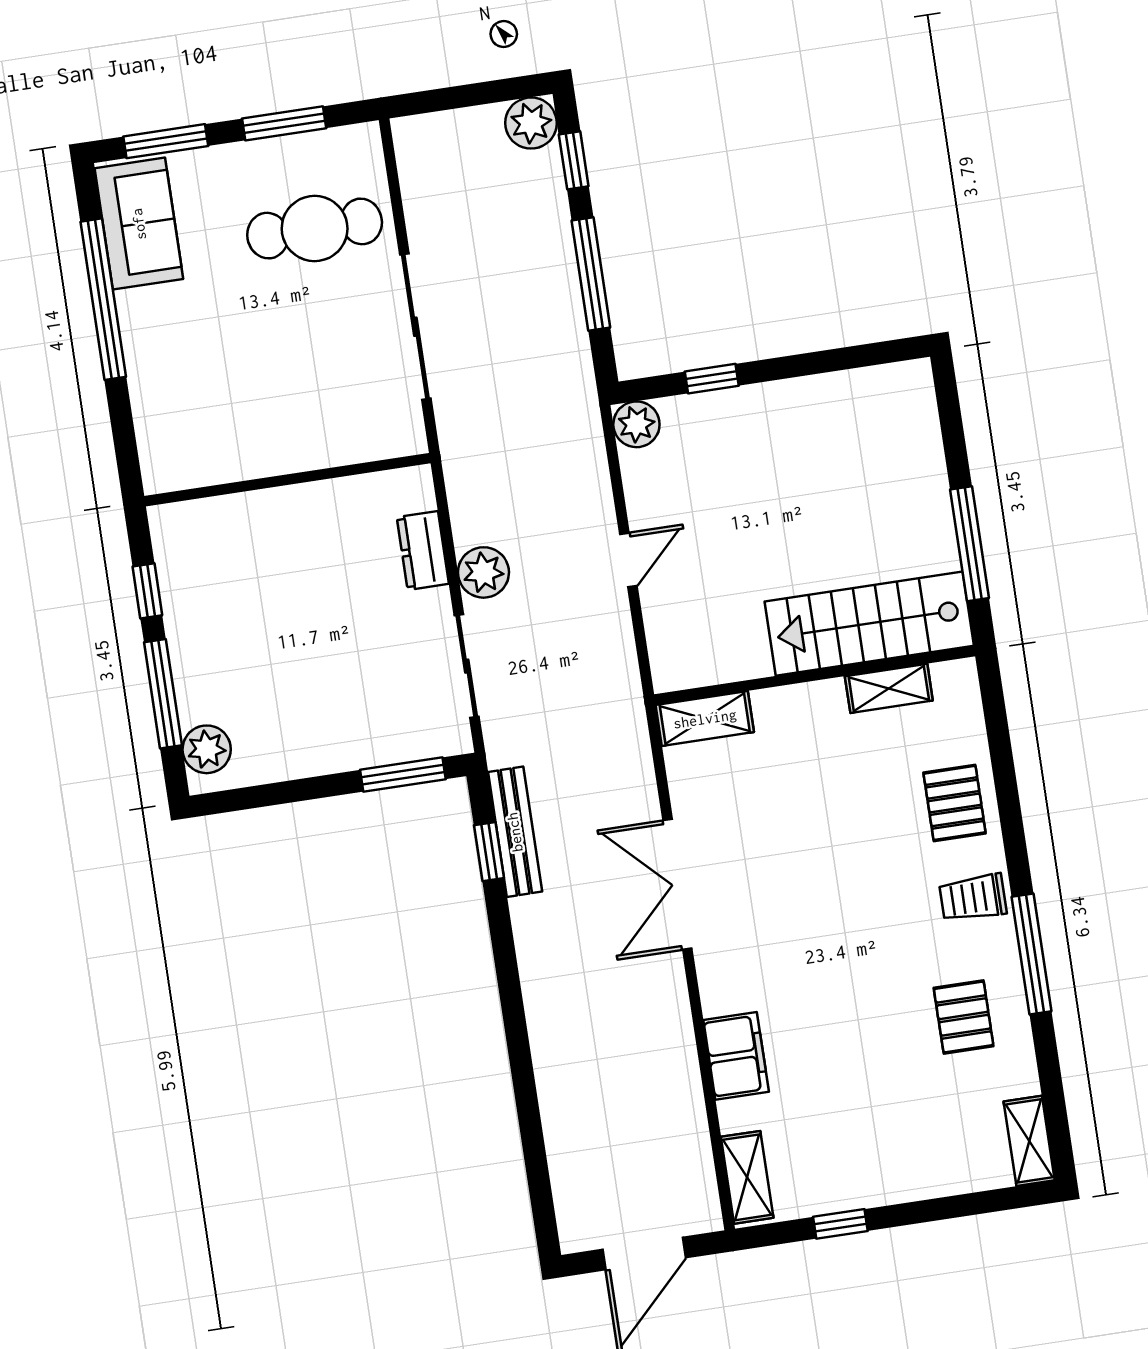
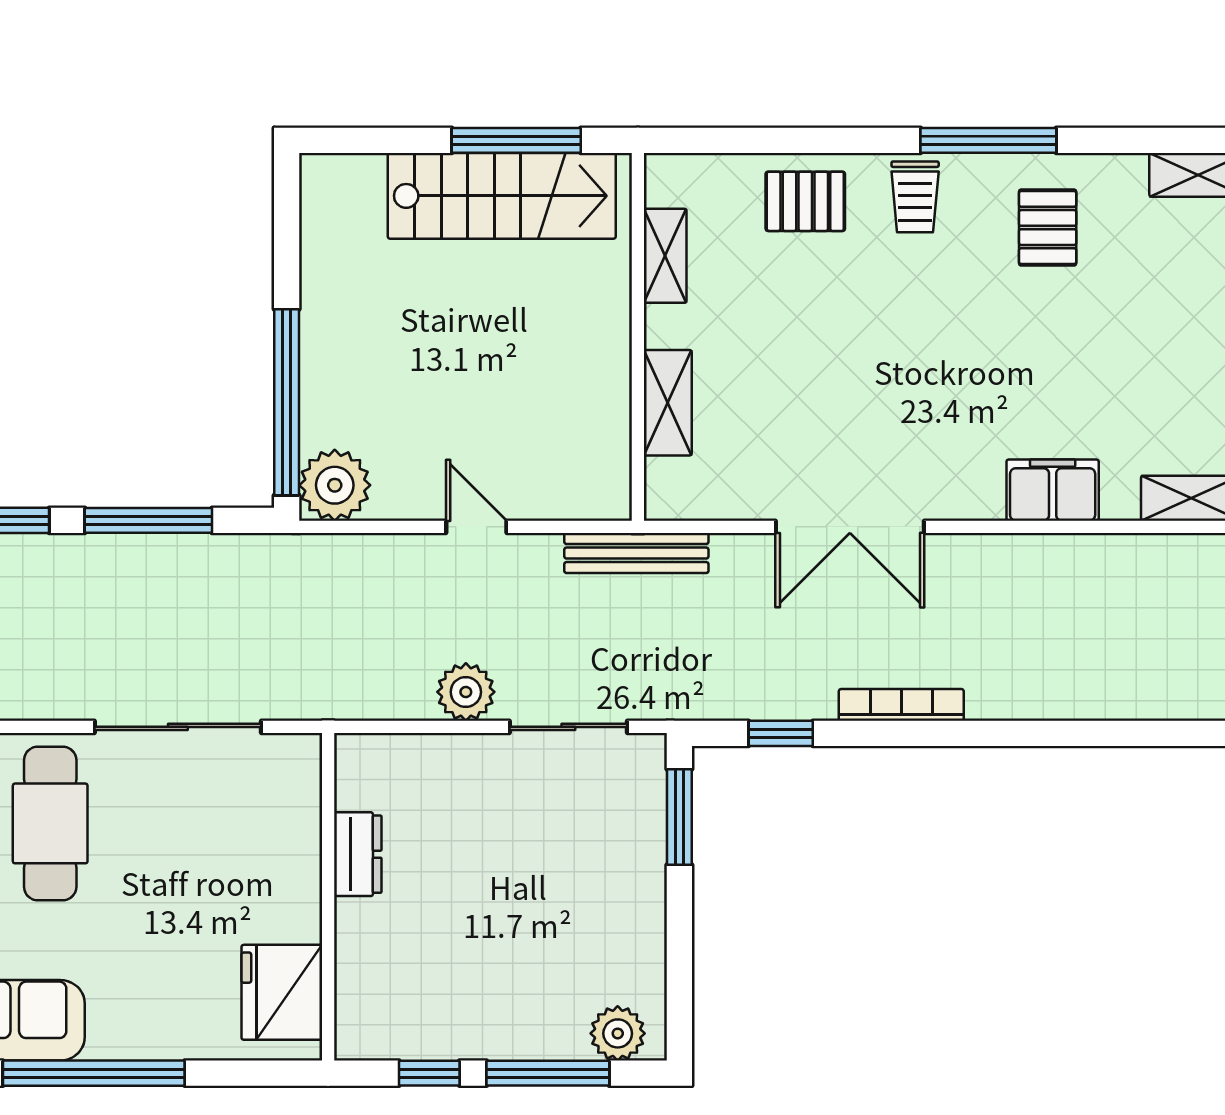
window: (712, 379) -> (287, 402), width x3.17
plant: (636, 424) -> (335, 485), width x1.36, depth x1.36
fridge: (198, 452) -> (282, 992), added
dresser: (423, 550) -> (358, 854), moved, turned -90
stairs: (869, 624) -> (502, 196), moved, turned -90
shelving: (705, 719) -> (668, 403), moved
bench: (515, 832) -> (636, 553), moved
bookcase: (530, 953) -> (901, 705), added
pallet: (964, 1017) -> (1048, 228), turned 90

